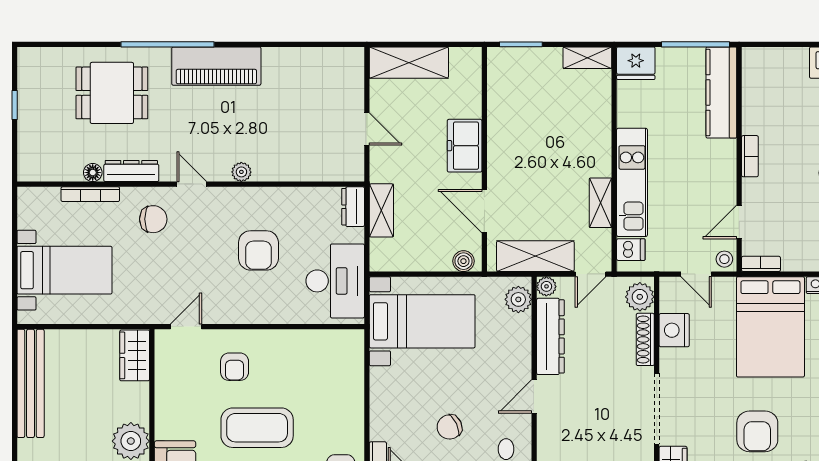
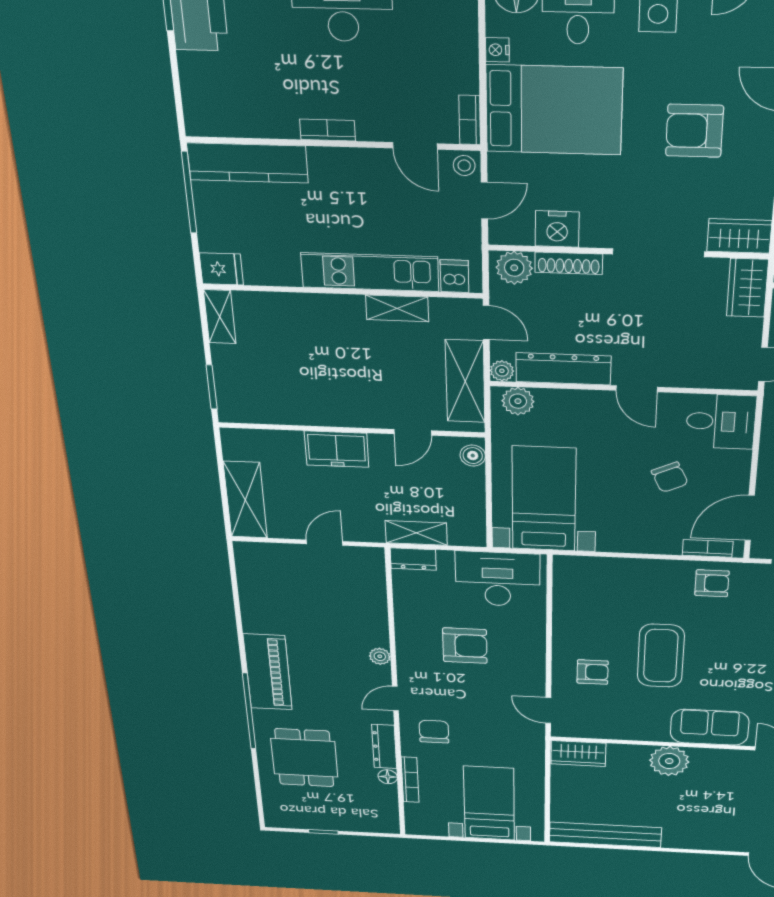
fridge: (636, 63) -> (221, 269), width x0.72
door: (484, 211) -> (413, 432), width x0.73
armchair: (757, 431) -> (694, 131), turned 180

